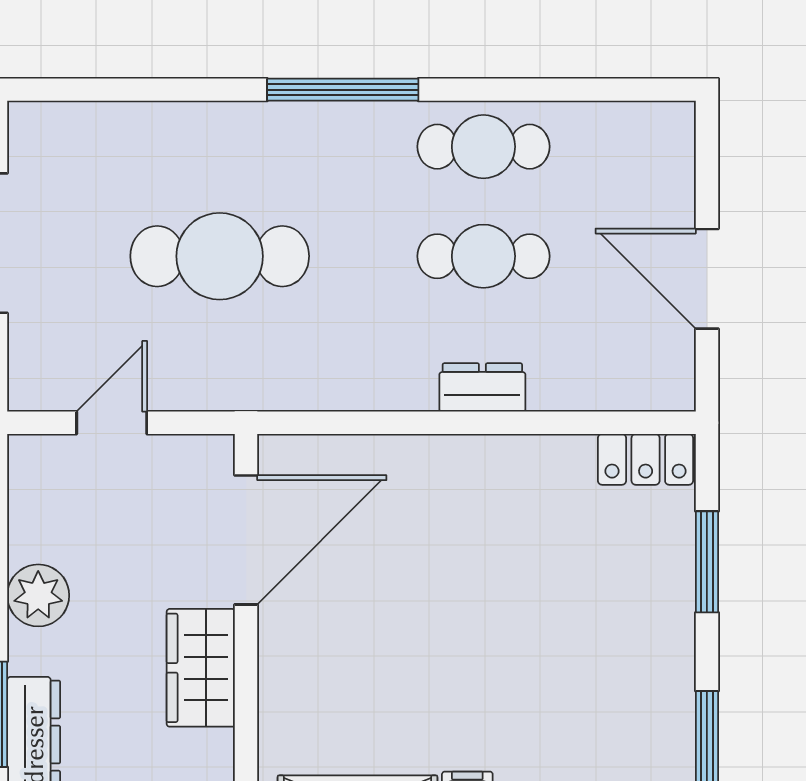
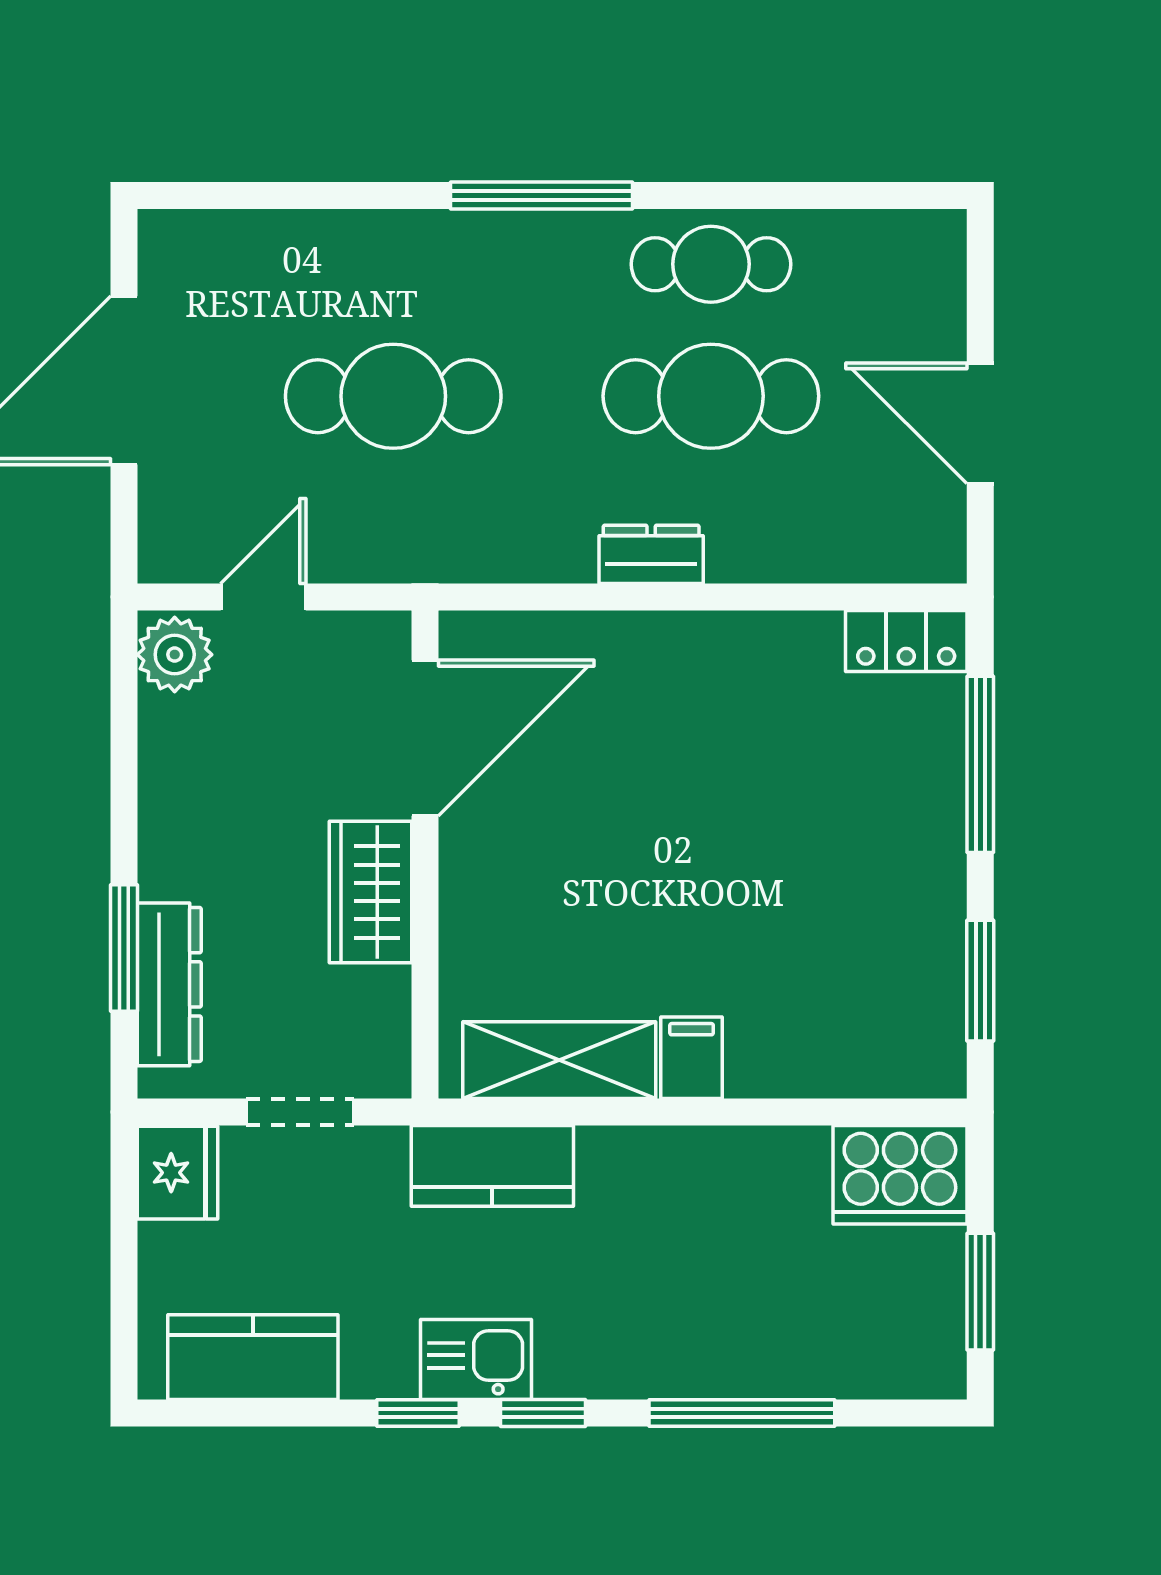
cafe table: (483, 256) -> (711, 396), width x1.37, depth x1.35
dresser: (482, 387) -> (651, 554), moved
window: (707, 562) -> (980, 764), width x1.44
plant: (38, 595) -> (175, 655), moved

